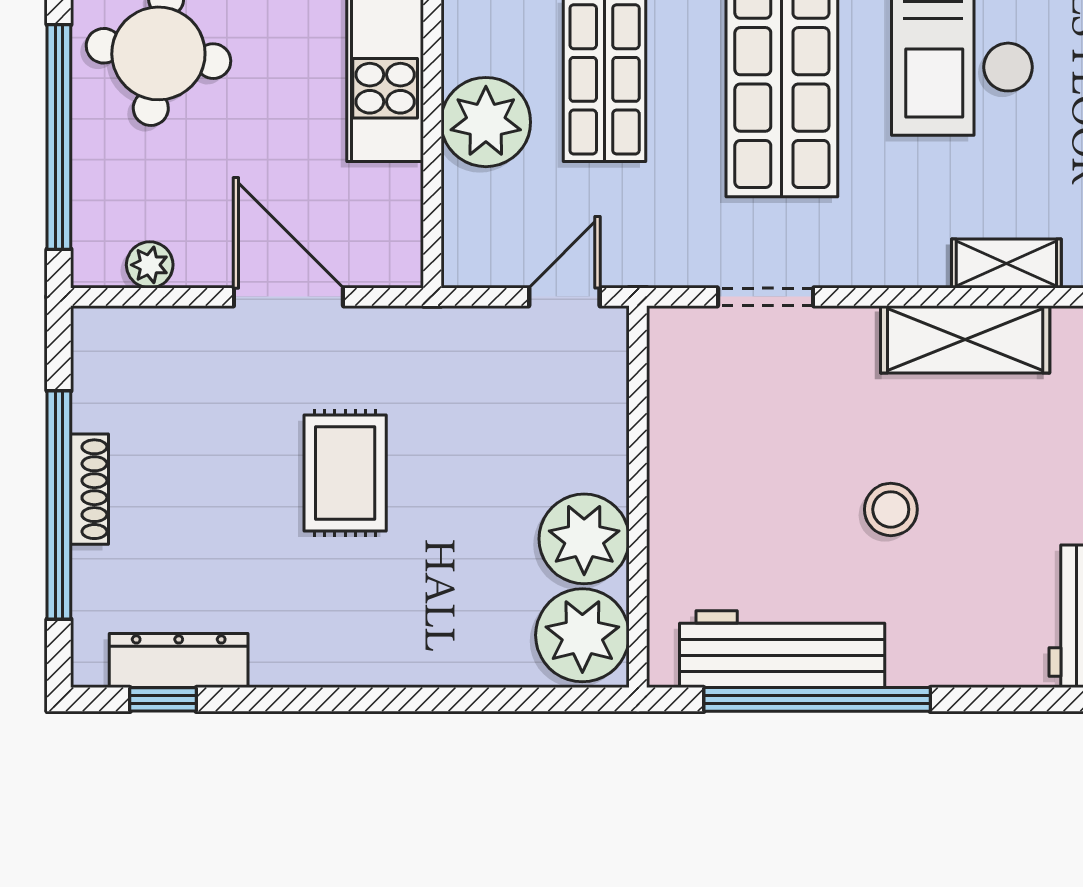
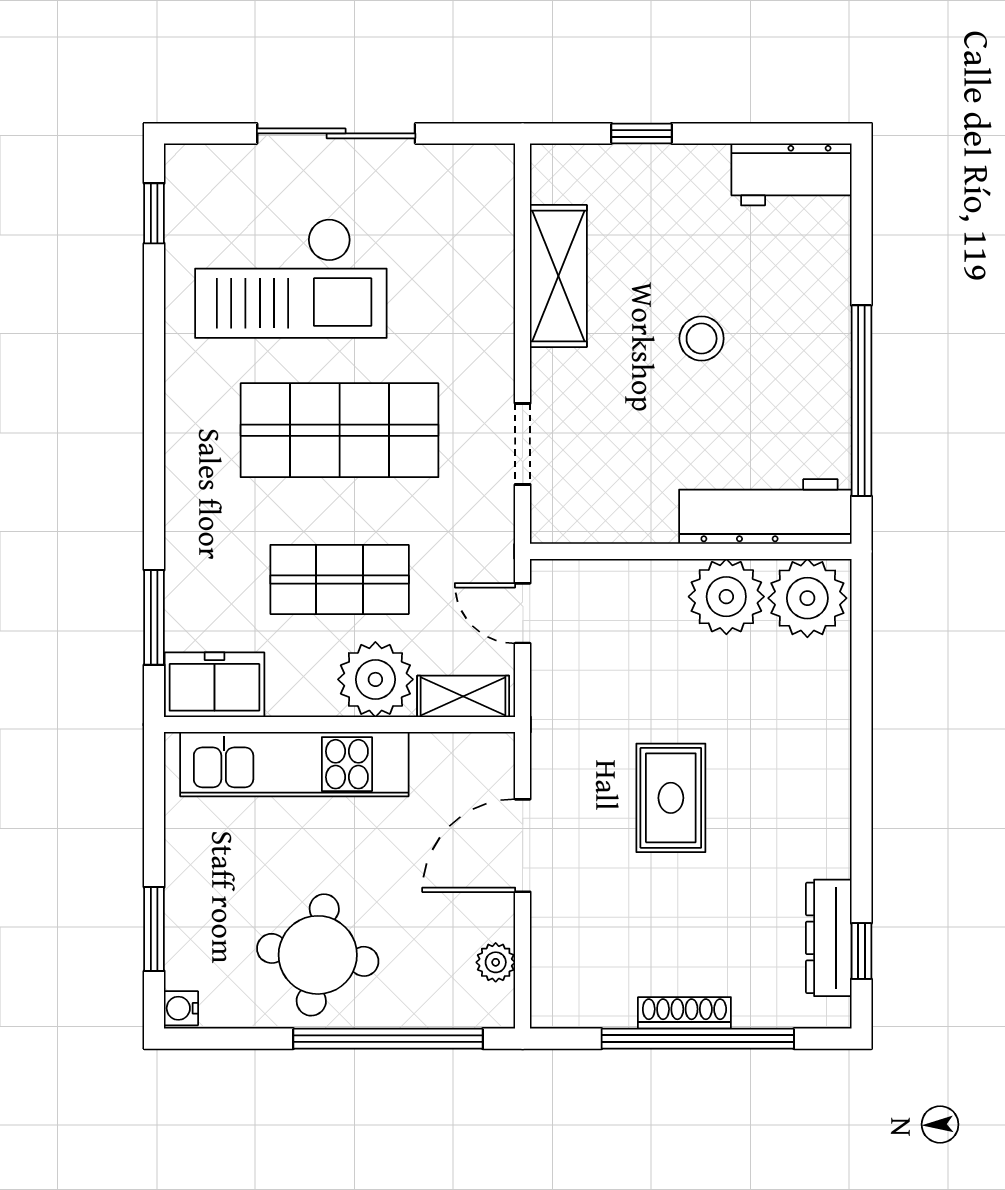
shelving: (1006, 263) -> (463, 696), moved, turned 90
rug: (345, 473) -> (671, 798), turned 90
workbench: (782, 649) -> (765, 512), moved, turned 90

